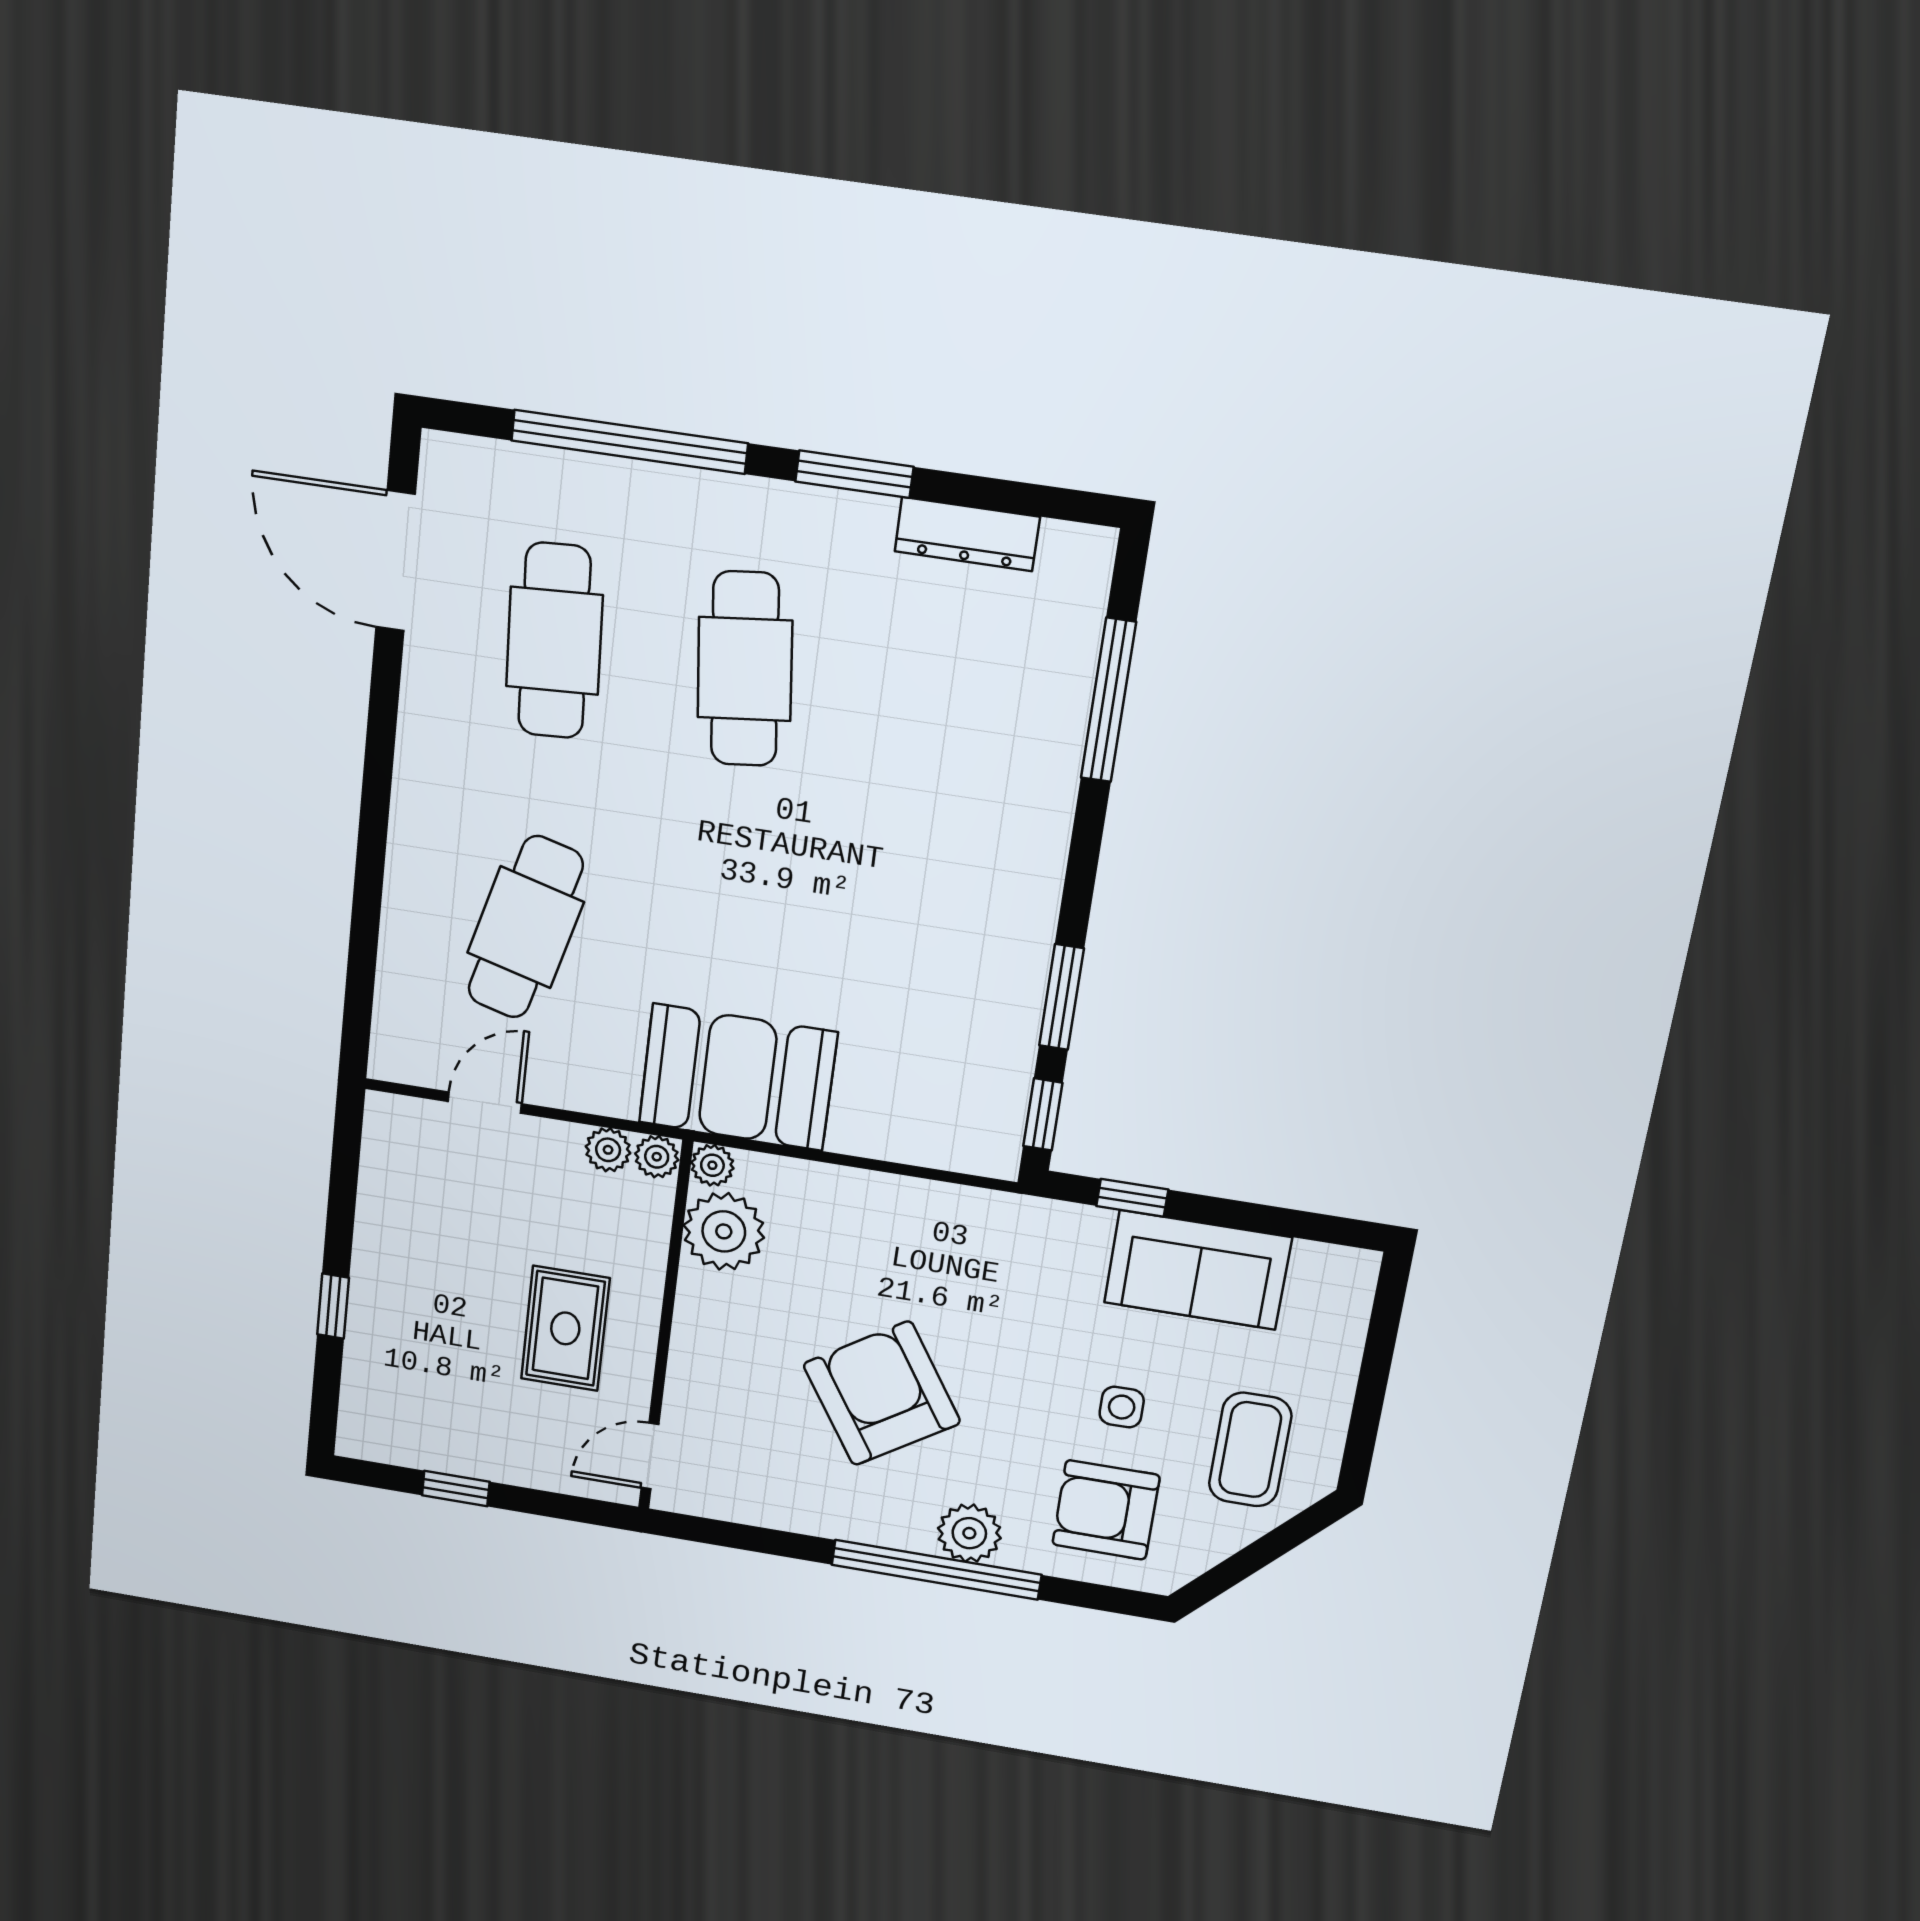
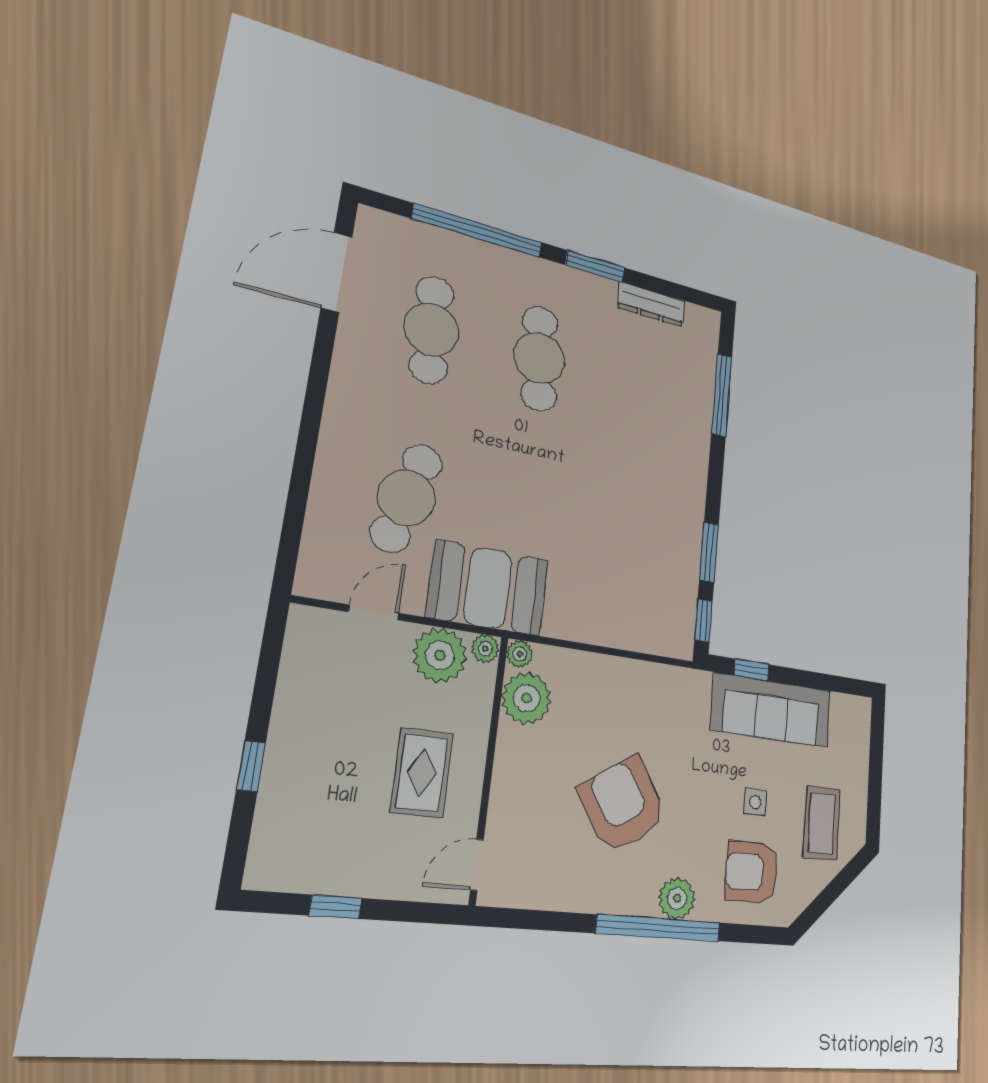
door: (395, 561) -> (337, 272), hinge flipped
booth: (738, 1077) -> (488, 588), moved
plant: (608, 1150) -> (440, 655), width x1.87, depth x1.87
sofa: (1198, 1270) -> (771, 710), width x1.36

